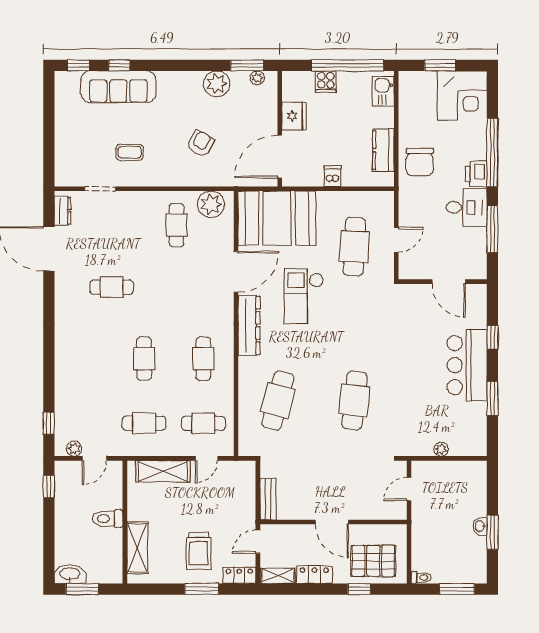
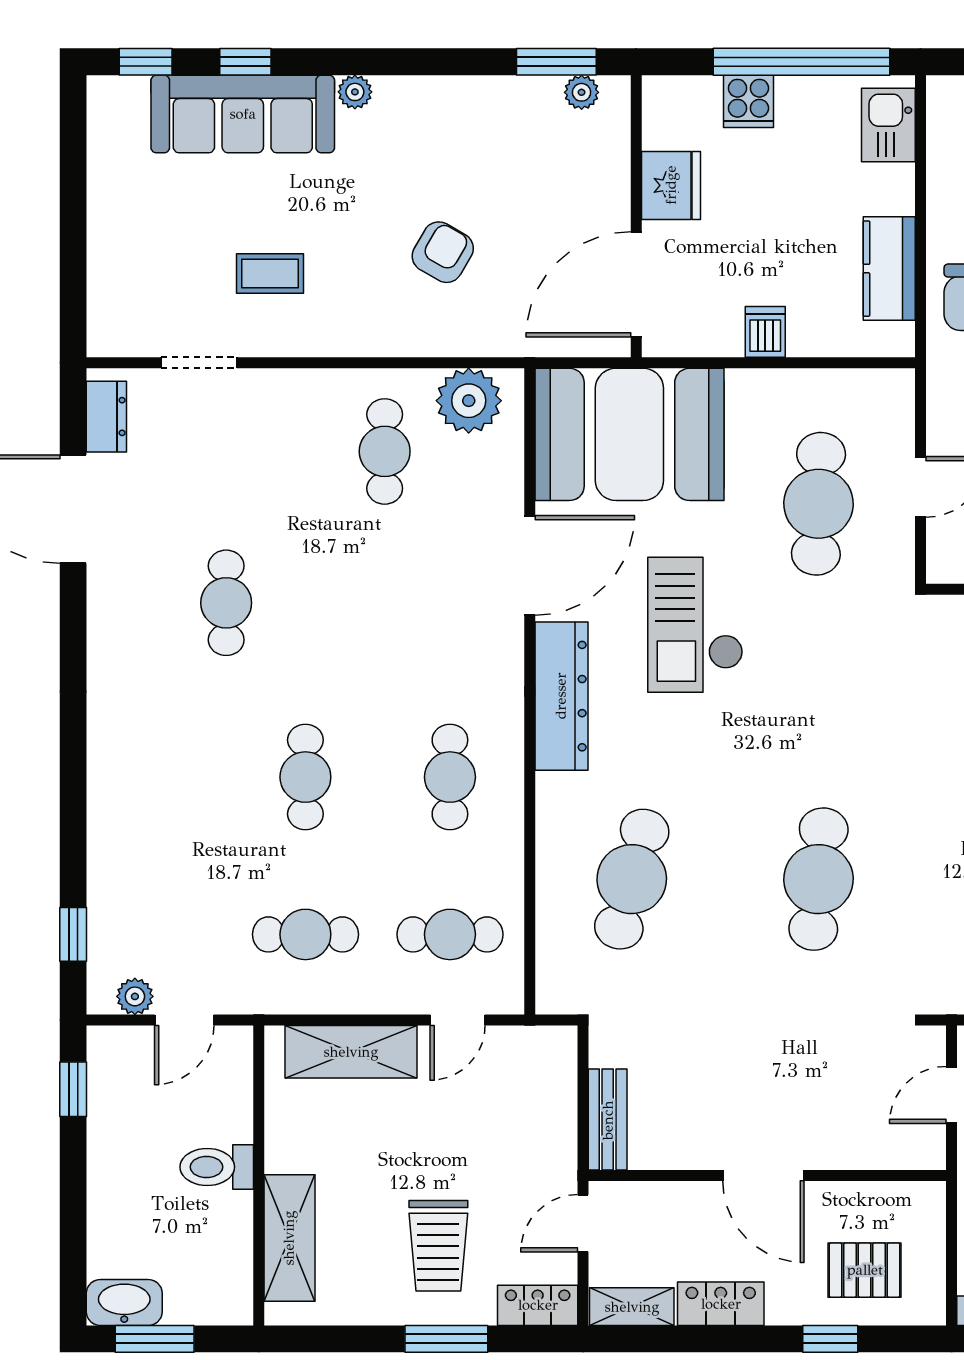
plant: (217, 84) -> (355, 92), moved, width x0.53, depth x0.53
cafe table: (112, 287) -> (226, 603), turned 90
pallet: (373, 561) -> (865, 1270), width x0.67, depth x0.71

